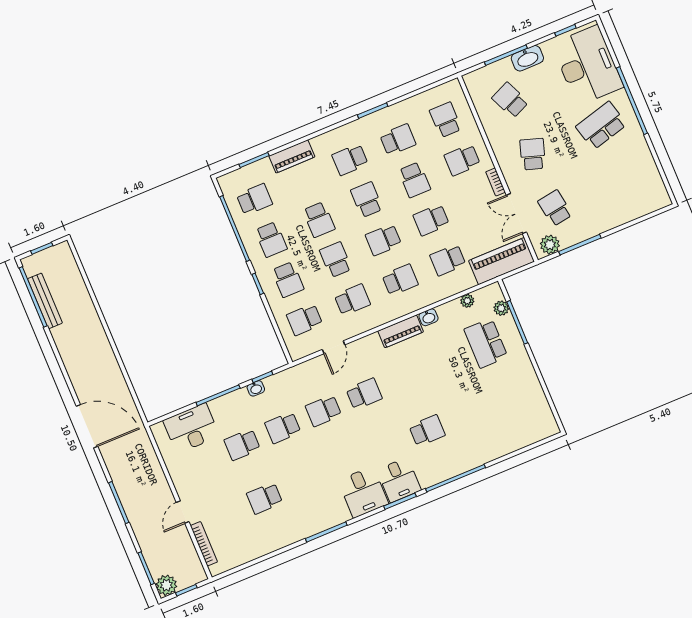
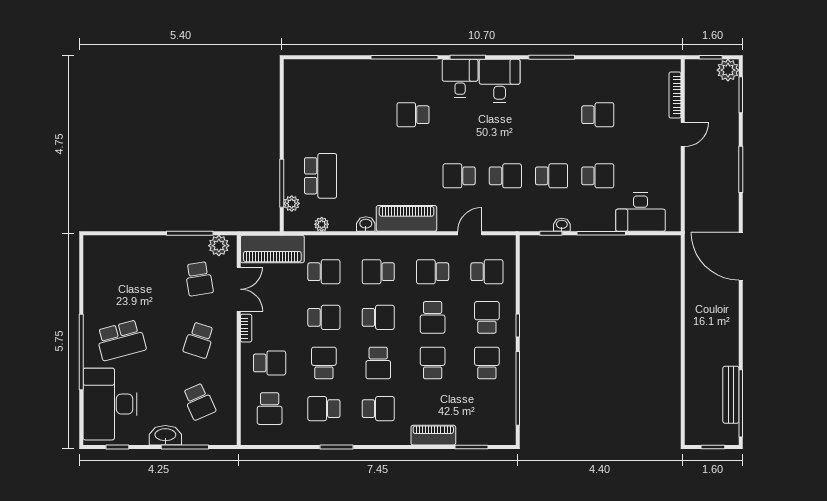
school desk: (254, 199) -> (487, 409), removed
piano: (401, 331) -> (407, 218), width x1.37, depth x1.33

